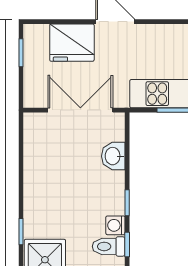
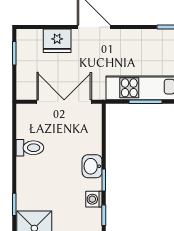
fridge: (72, 43) -> (57, 41), width x0.73, depth x0.75
washbasin: (113, 156) -> (92, 166), moved
toilet: (109, 246) -> (30, 148), moved, turned 180

